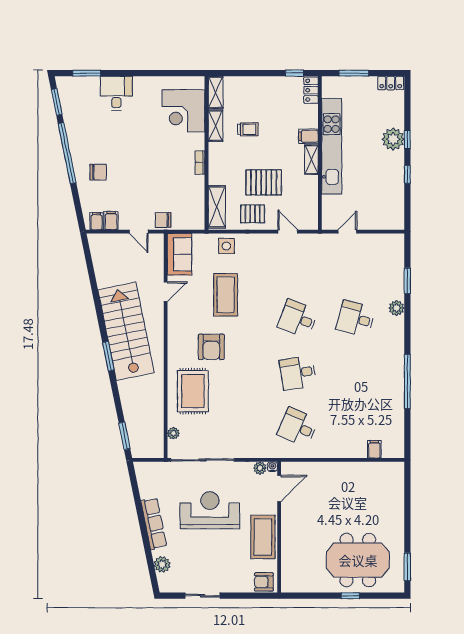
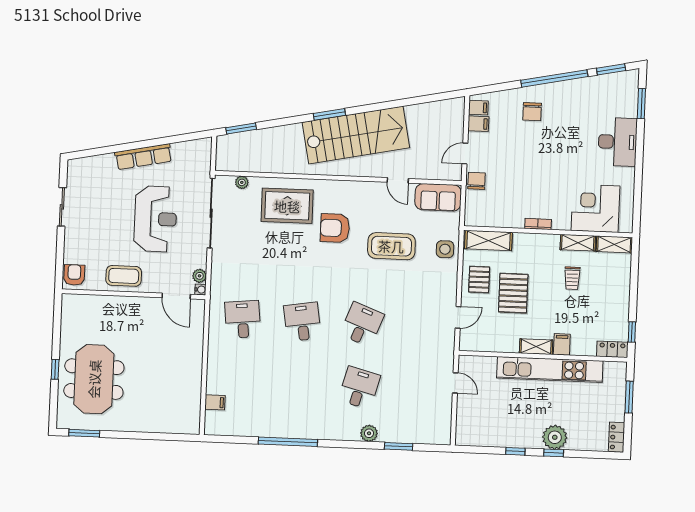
desk: (116, 93) -> (618, 142), width x1.37
desk: (298, 427) -> (243, 319), turned -30
coffee table: (263, 537) -> (124, 276), width x0.73, depth x0.76
plant: (162, 564) -> (98, 164), removed

